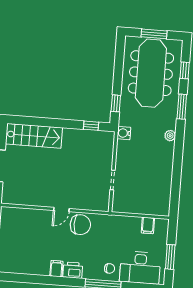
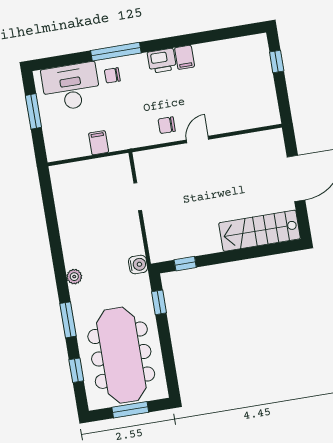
chair: (80, 225) -> (167, 125), width x0.54, depth x0.54
filing cabinet: (148, 225) -> (99, 143), moved

